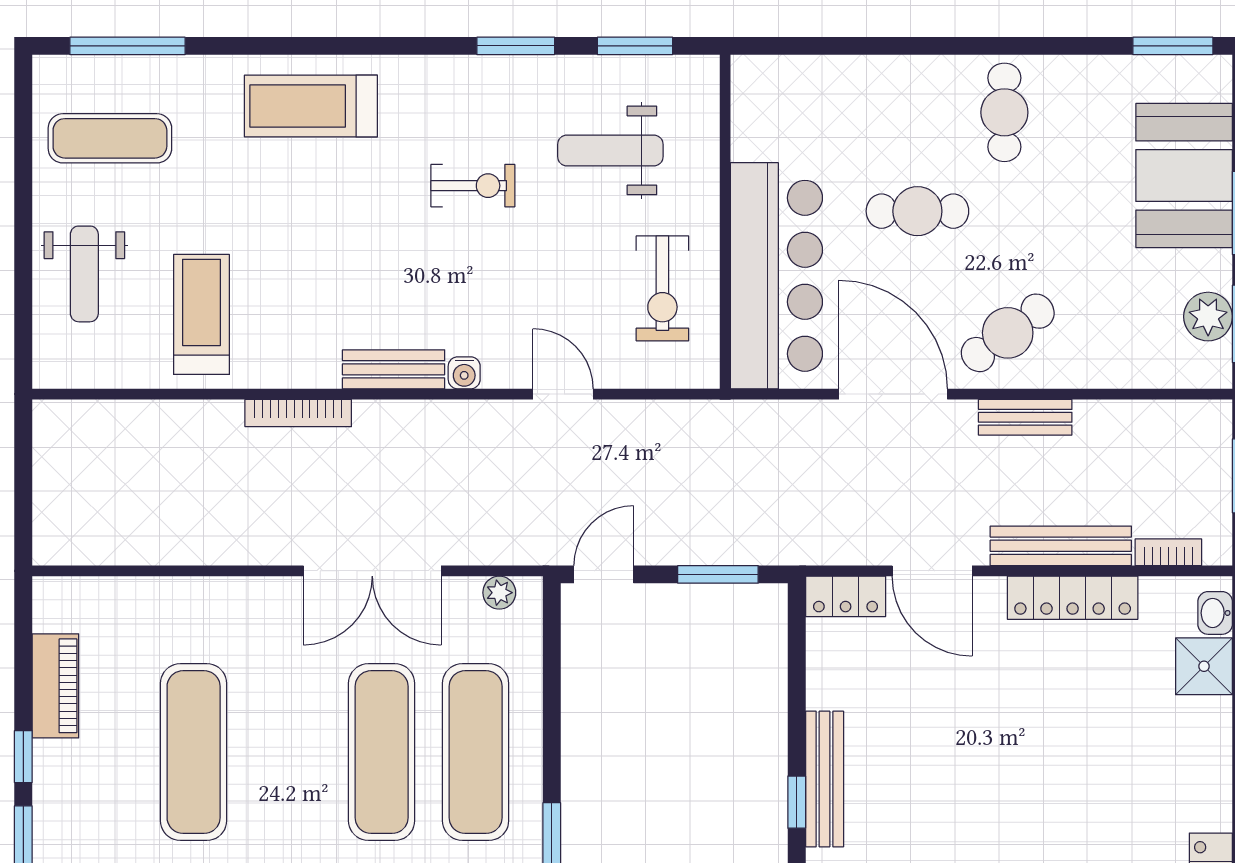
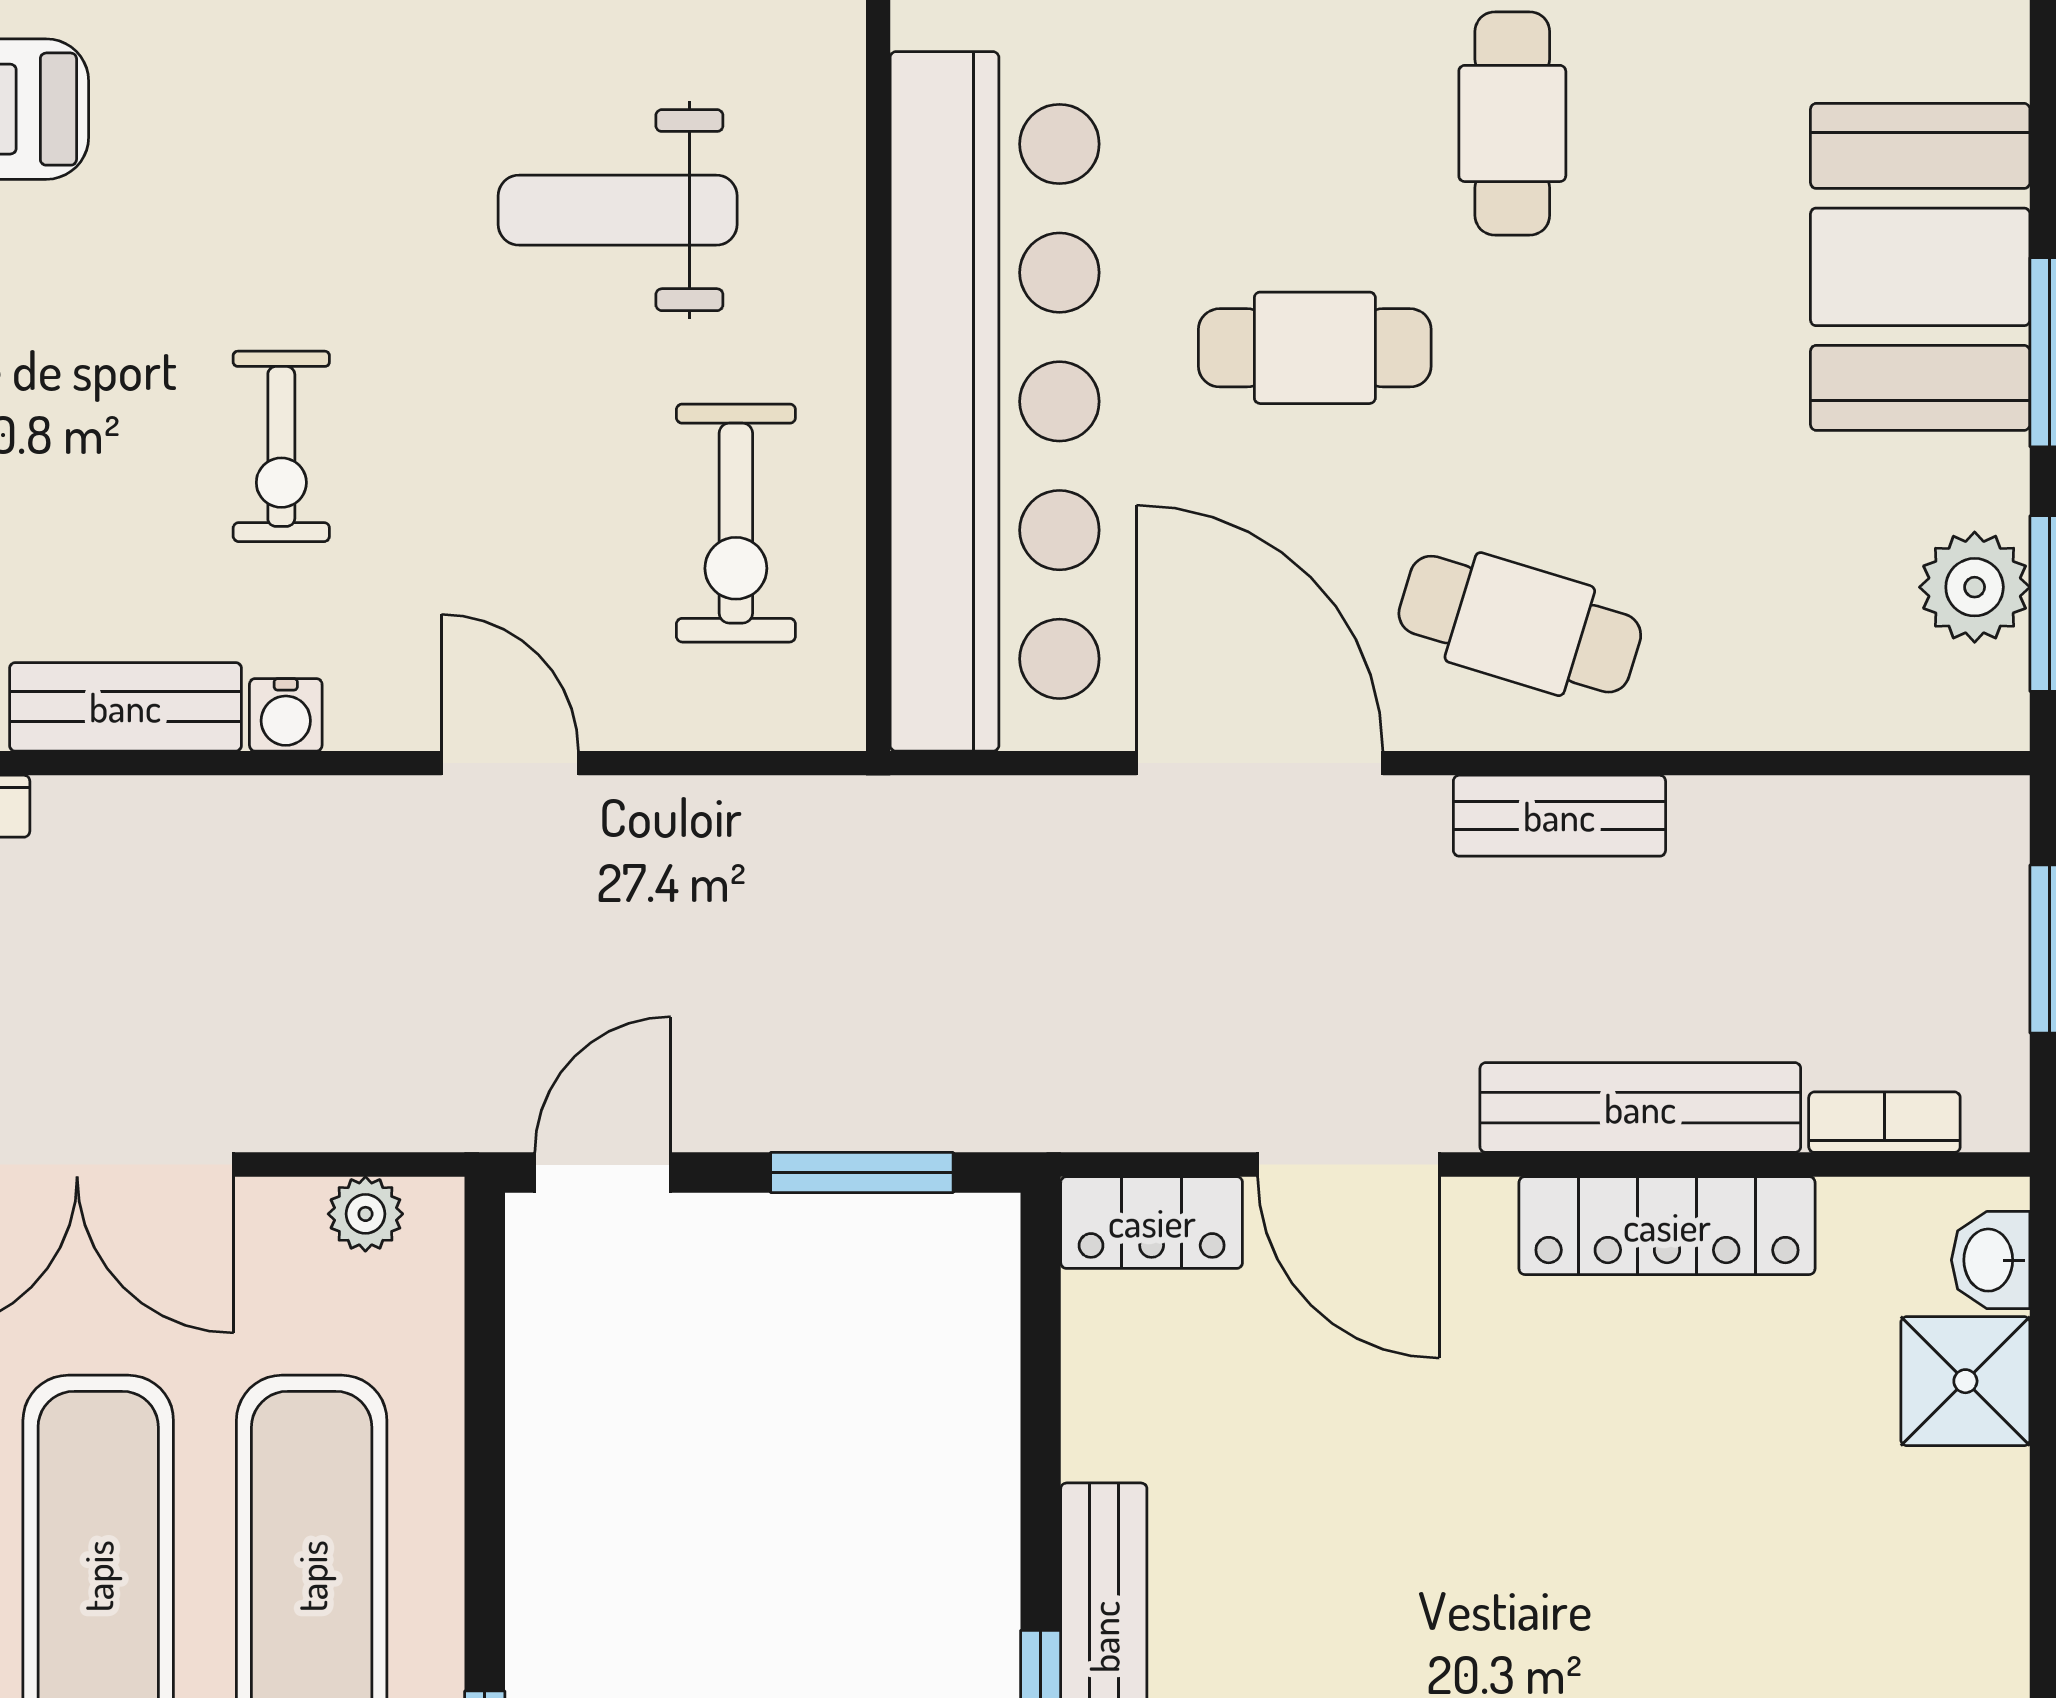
exercise bike: (473, 186) -> (281, 446), moved, turned 90
bar counter: (776, 276) -> (995, 401), width x1.36
cafe table: (1008, 333) -> (1520, 624), turned 53

